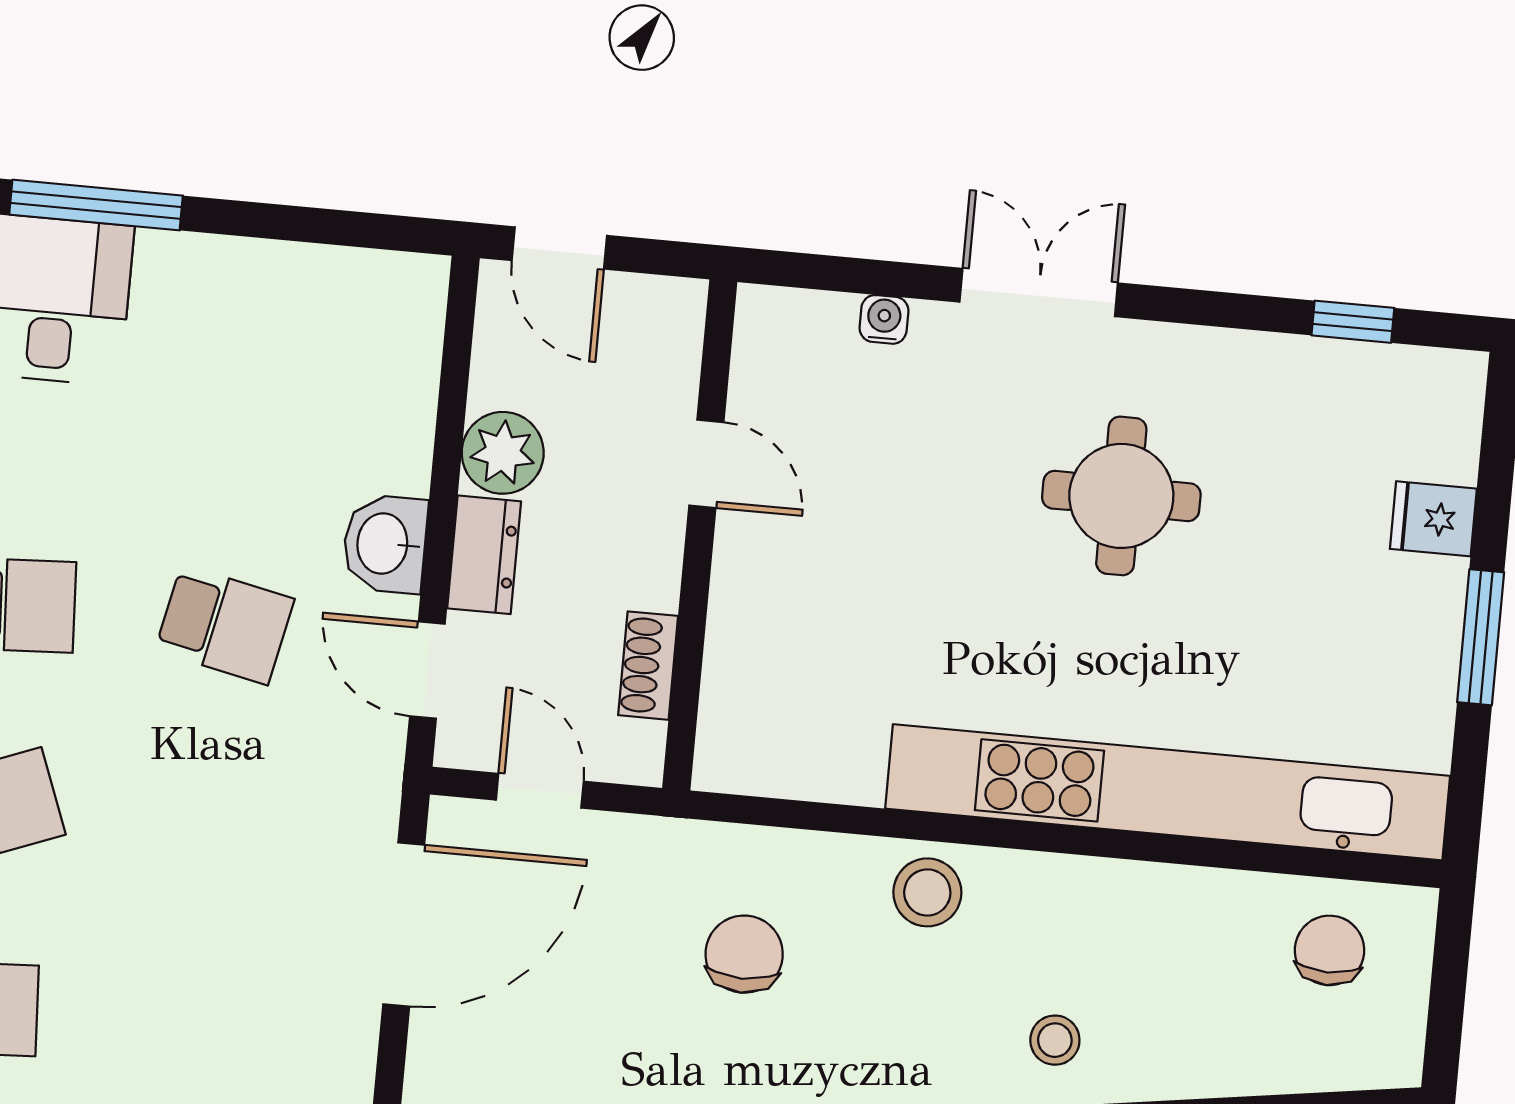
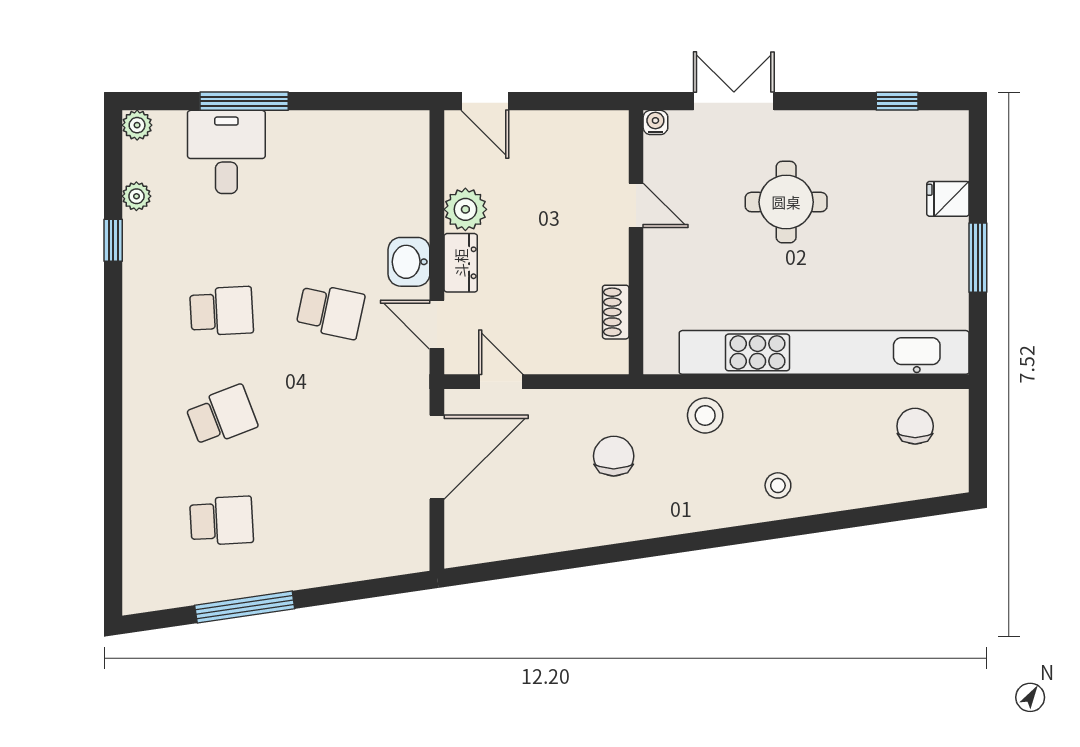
door: (706, 464) -> (636, 205), moved
wall: (700, 535) -> (636, 242), moved
shoe rack: (648, 666) -> (616, 312), moved

